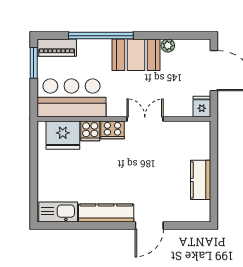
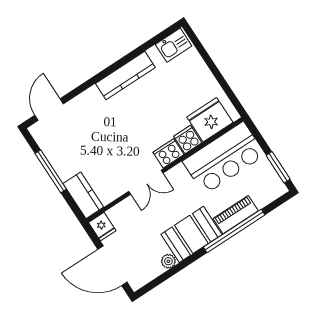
piano: (57, 48) -> (236, 215), moved
window: (214, 176) -> (51, 171), added
kitchen counter: (201, 180) -> (83, 195), moved
kitchen sink: (58, 212) -> (174, 45), width x0.73
door: (149, 225) -> (49, 109), moved

